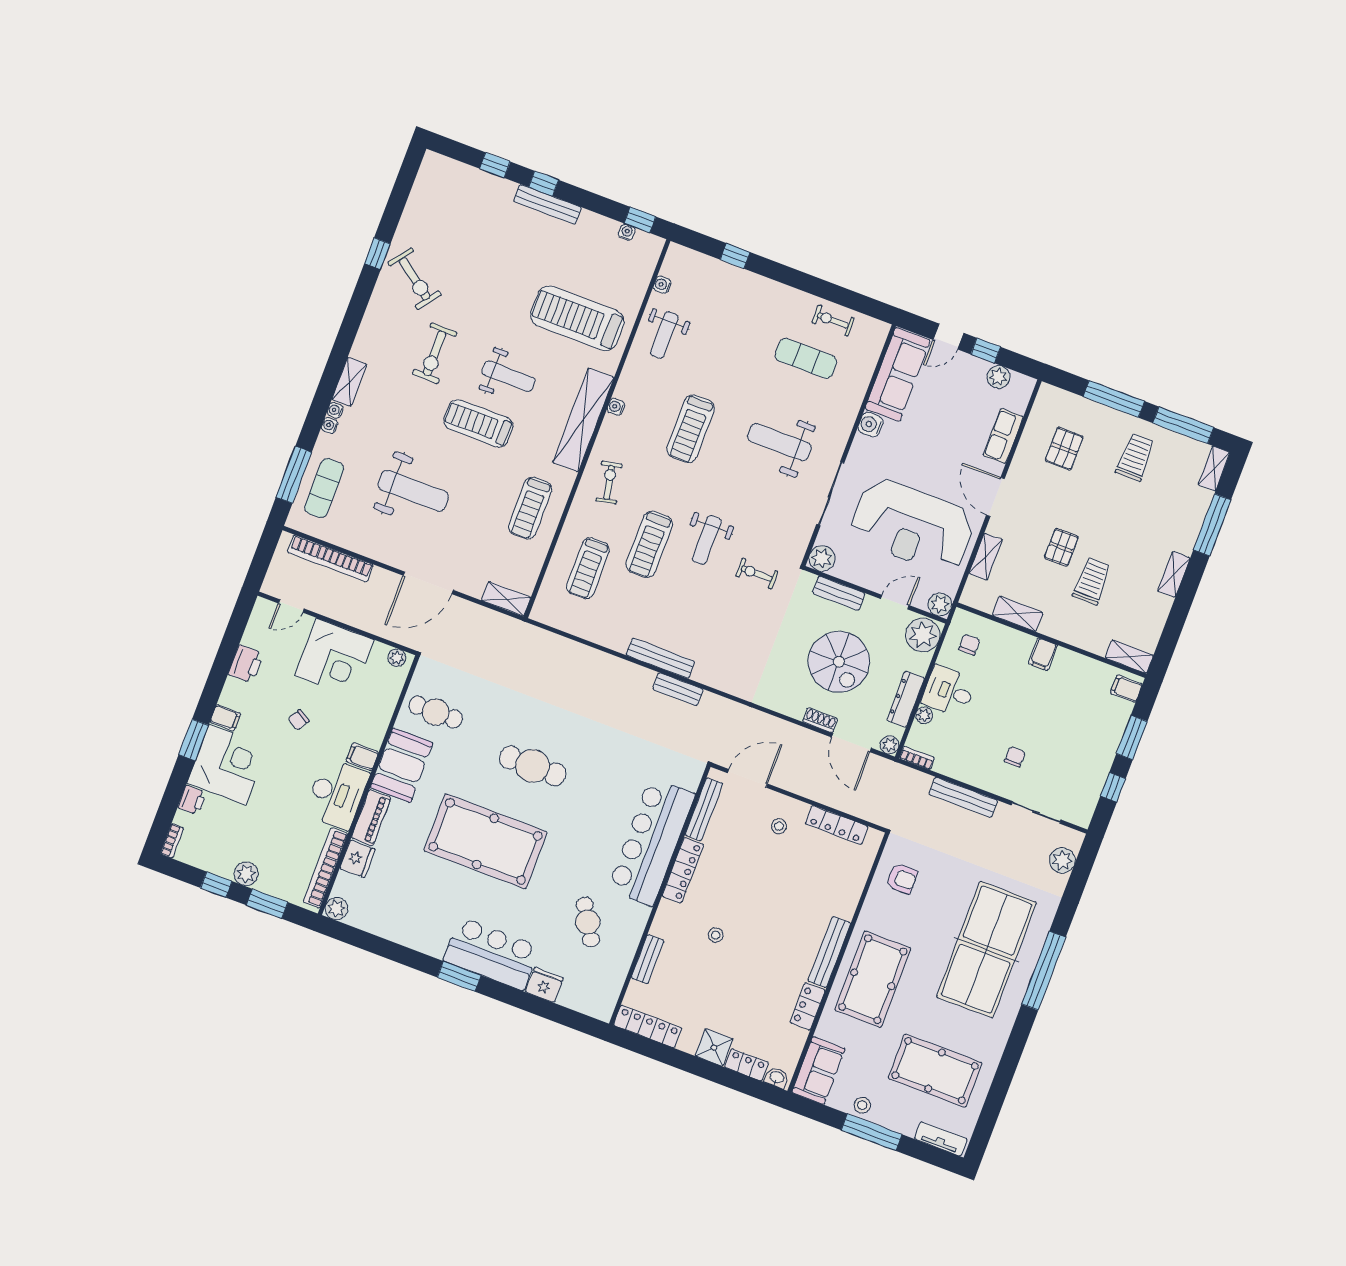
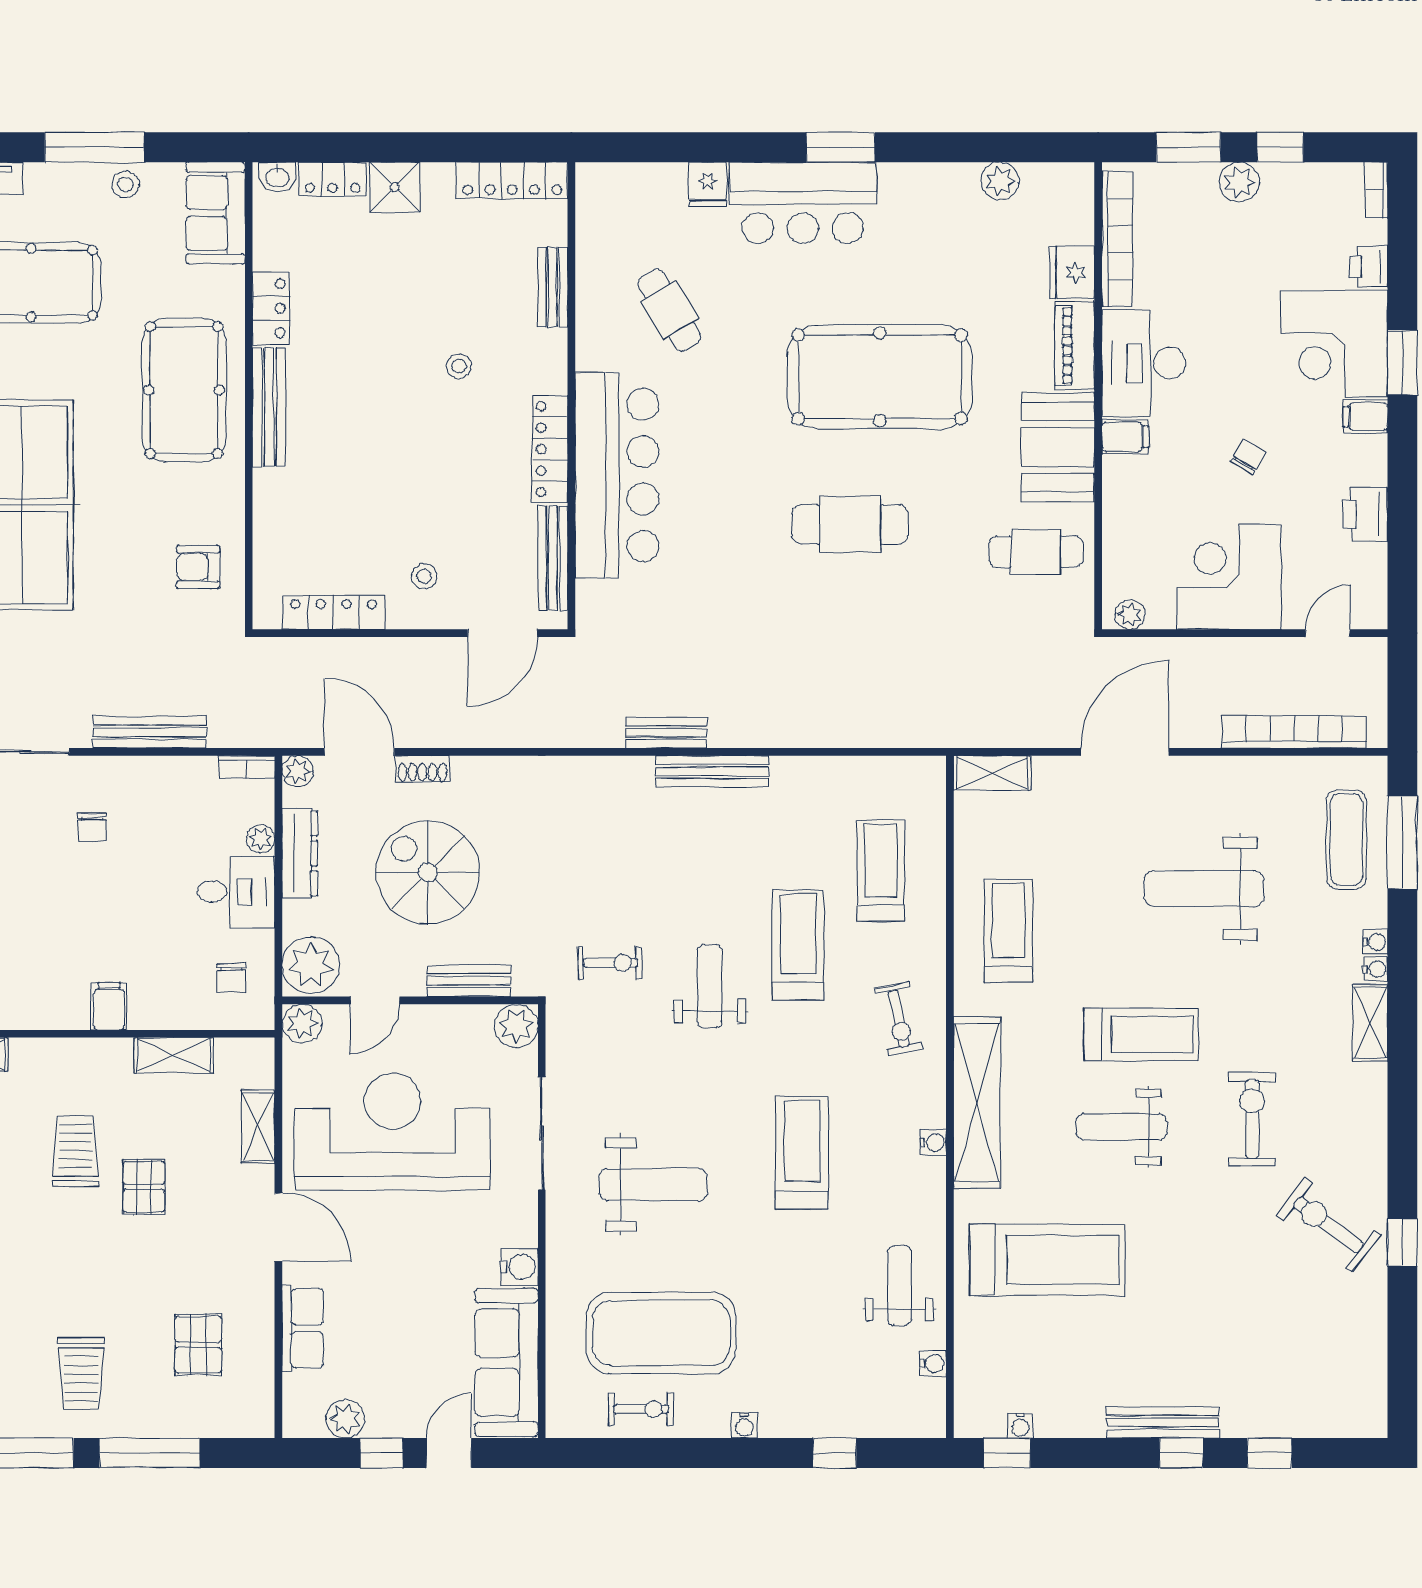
water cooler: (779, 290) -> (744, 1425), added
exercise mat: (806, 358) -> (661, 1333), width x2.00, depth x1.45
trolley: (1092, 581) -> (75, 1151), turned 180
plant: (336, 909) -> (1000, 181), moved
fridge: (544, 985) -> (708, 185), width x0.72

